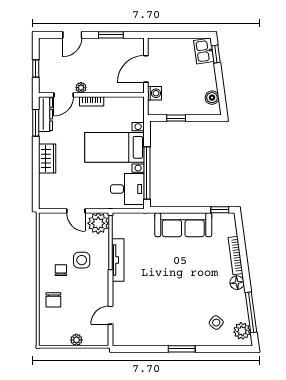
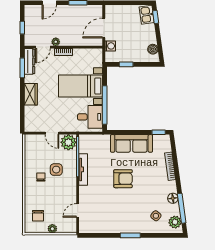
armchair: (172, 272) -> (123, 179), added
floor lamp: (237, 283) -> (173, 198), moved
chair: (53, 300) -> (38, 216), moved

